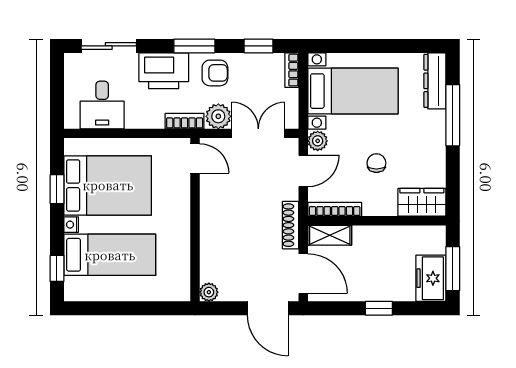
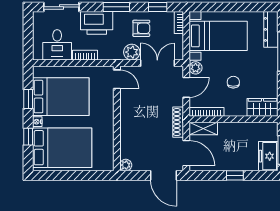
armchair: (215, 73) -> (141, 28), moved
bookcase: (185, 121) -> (85, 55), moved
bed: (110, 255) -> (62, 148), width x1.50
window: (57, 268) -> (28, 137), moved

